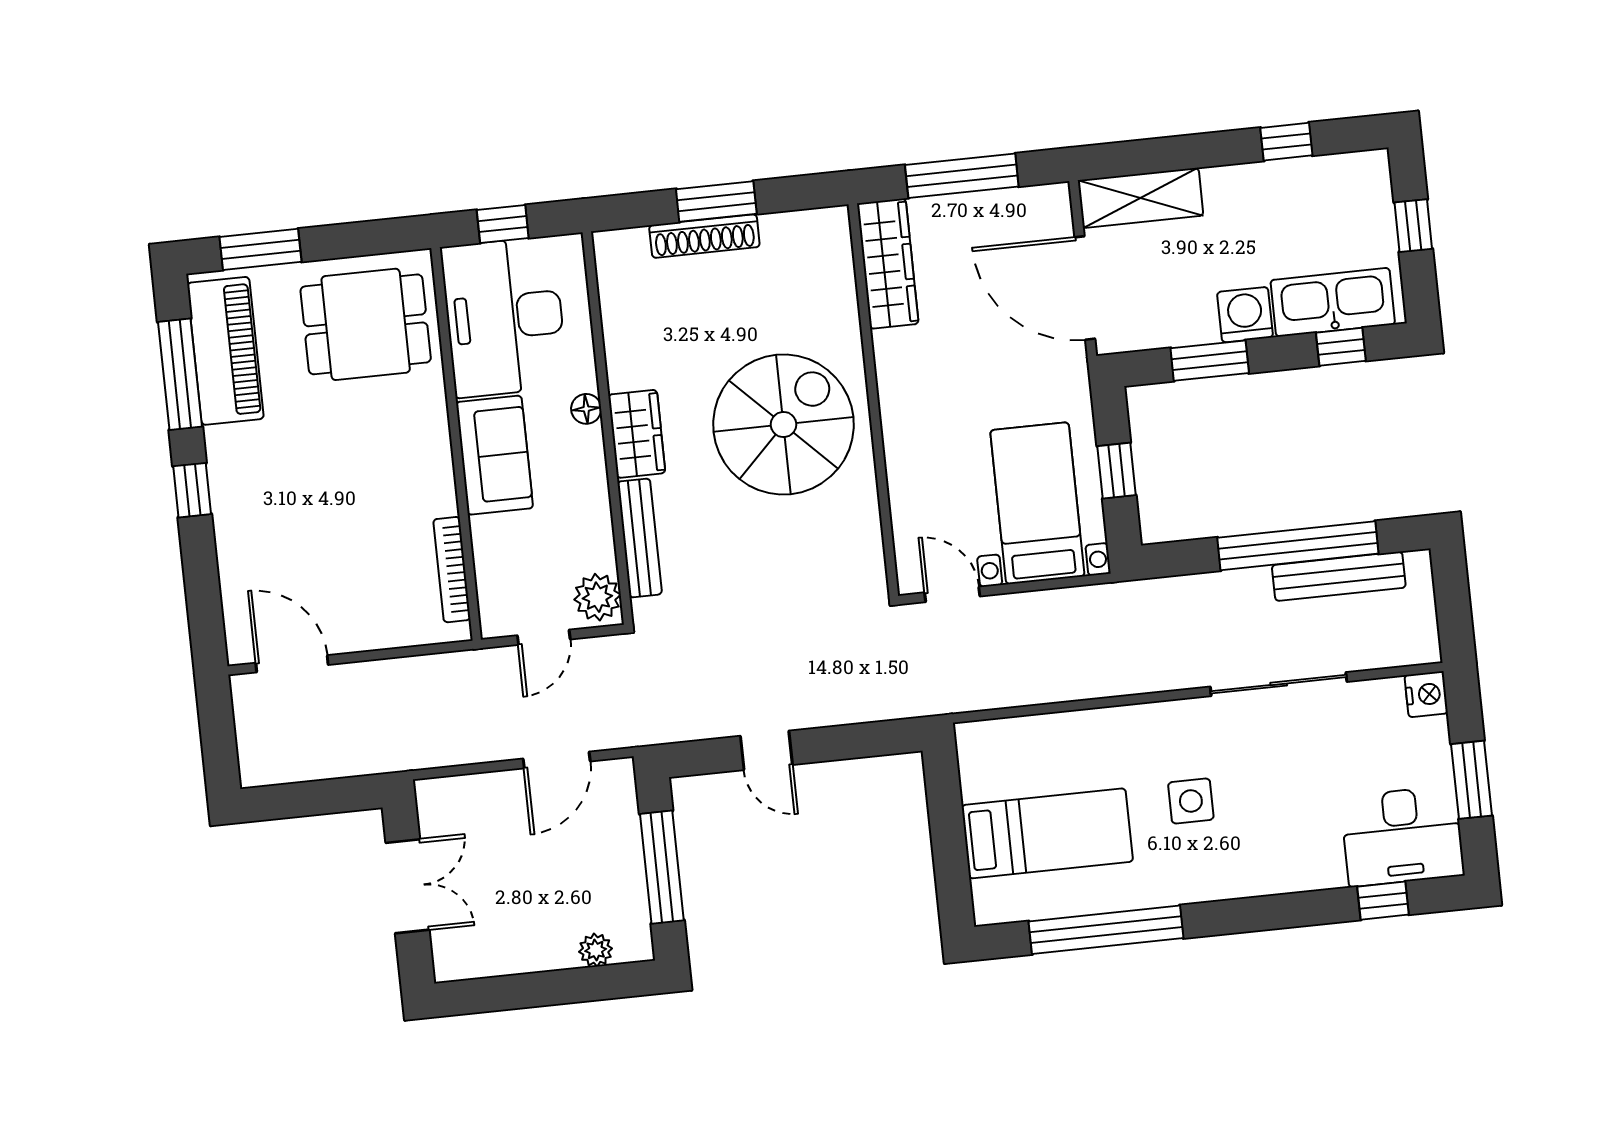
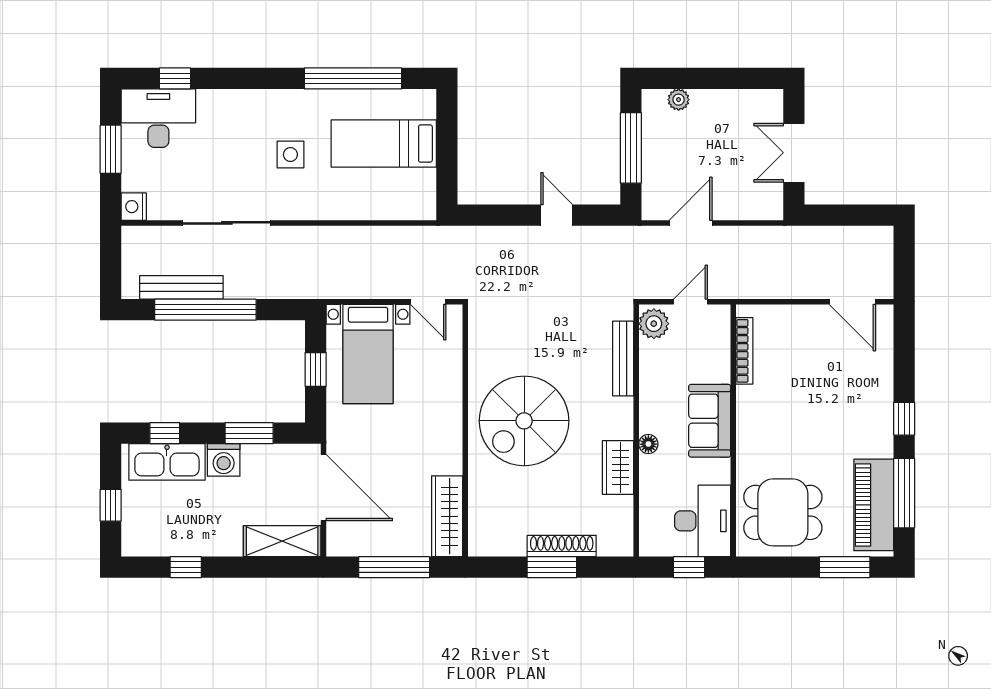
desk: (504, 317) -> (703, 521), width x0.73, depth x0.77
wardrobe: (637, 434) -> (618, 468), moved

